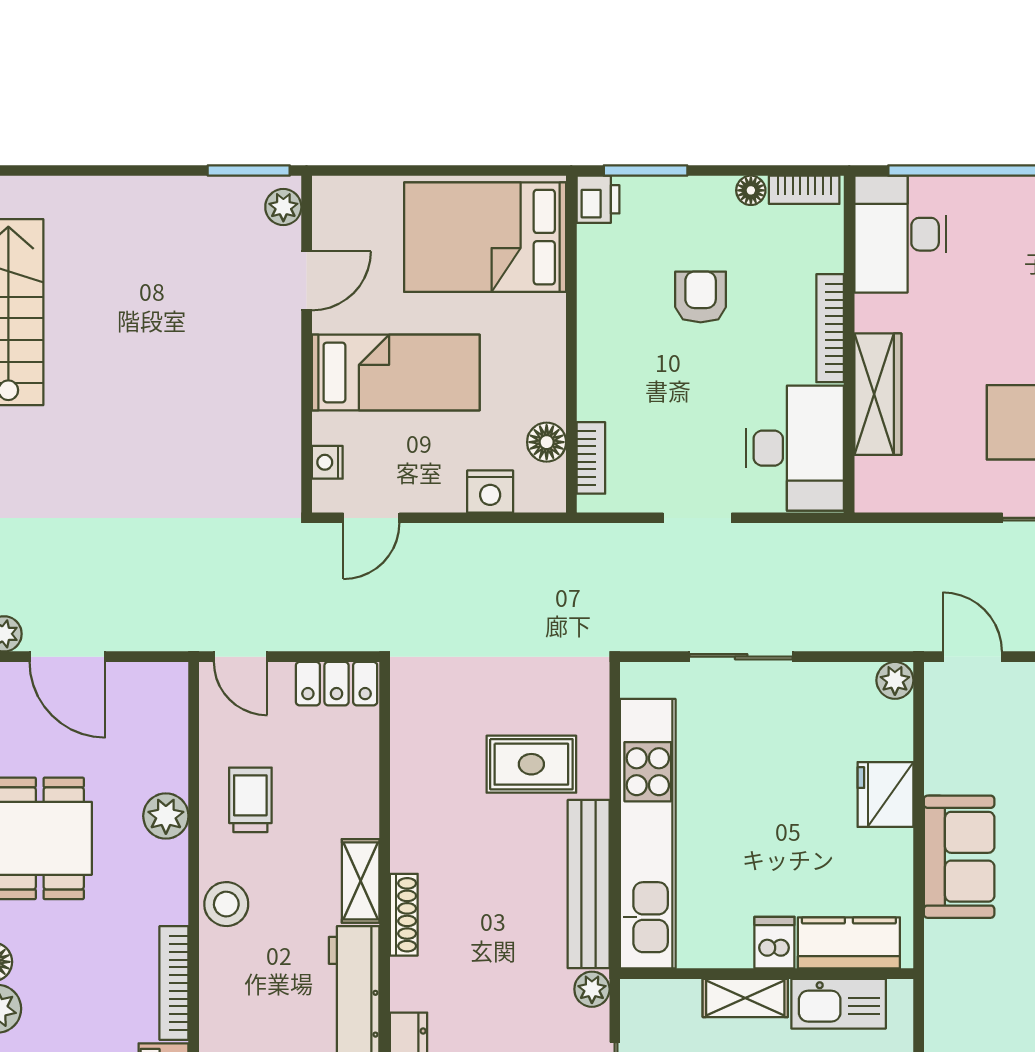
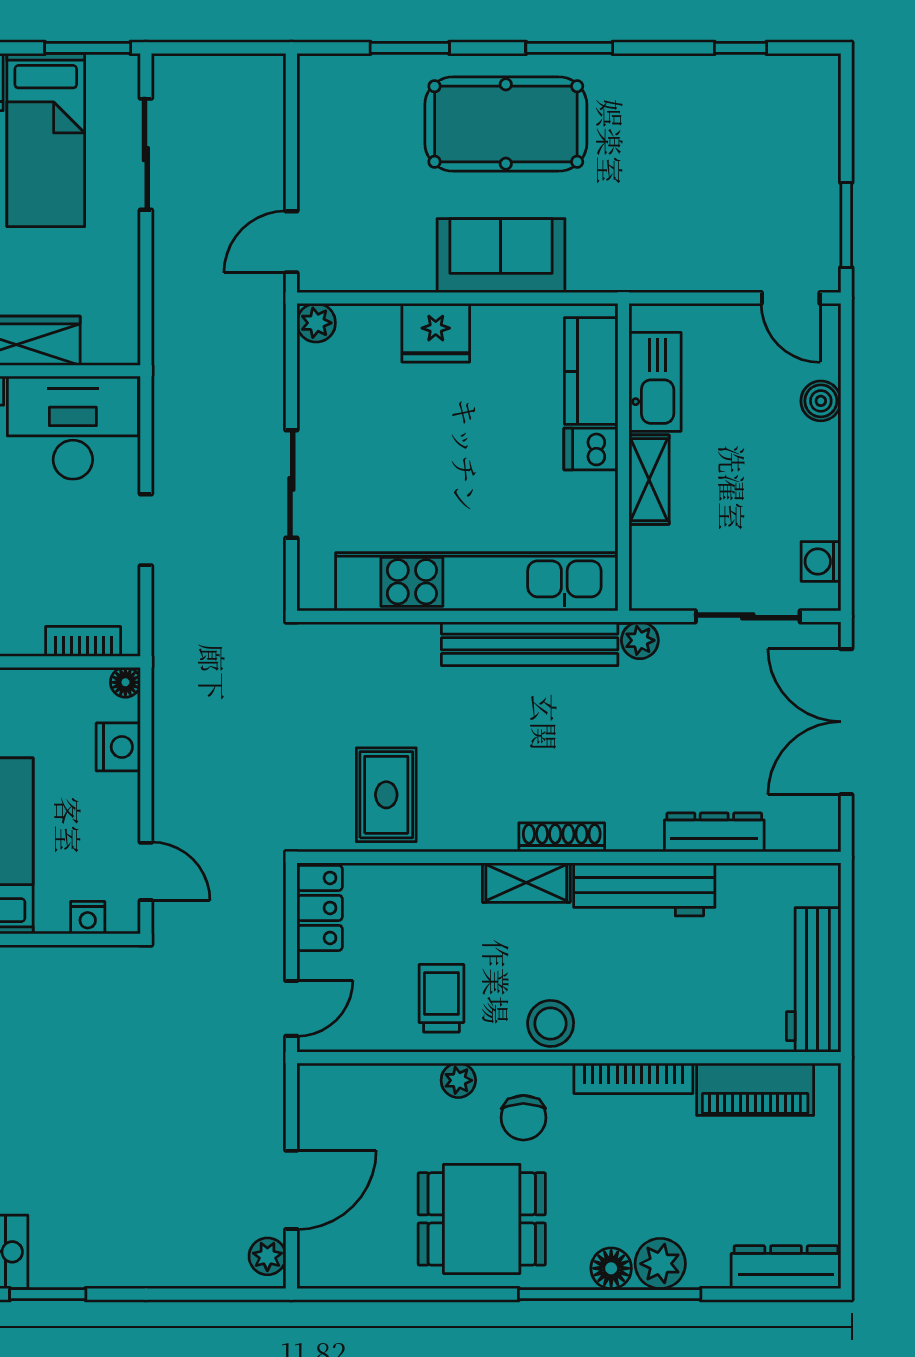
floor lamp: (547, 442) -> (125, 682), moved, width x0.73, depth x0.73
rug: (531, 764) -> (386, 795), moved
trolley: (250, 800) -> (441, 998), turned 90
plant: (166, 816) -> (458, 1080), width x0.73, depth x0.73
chair: (136, 878) -> (523, 1118), added

